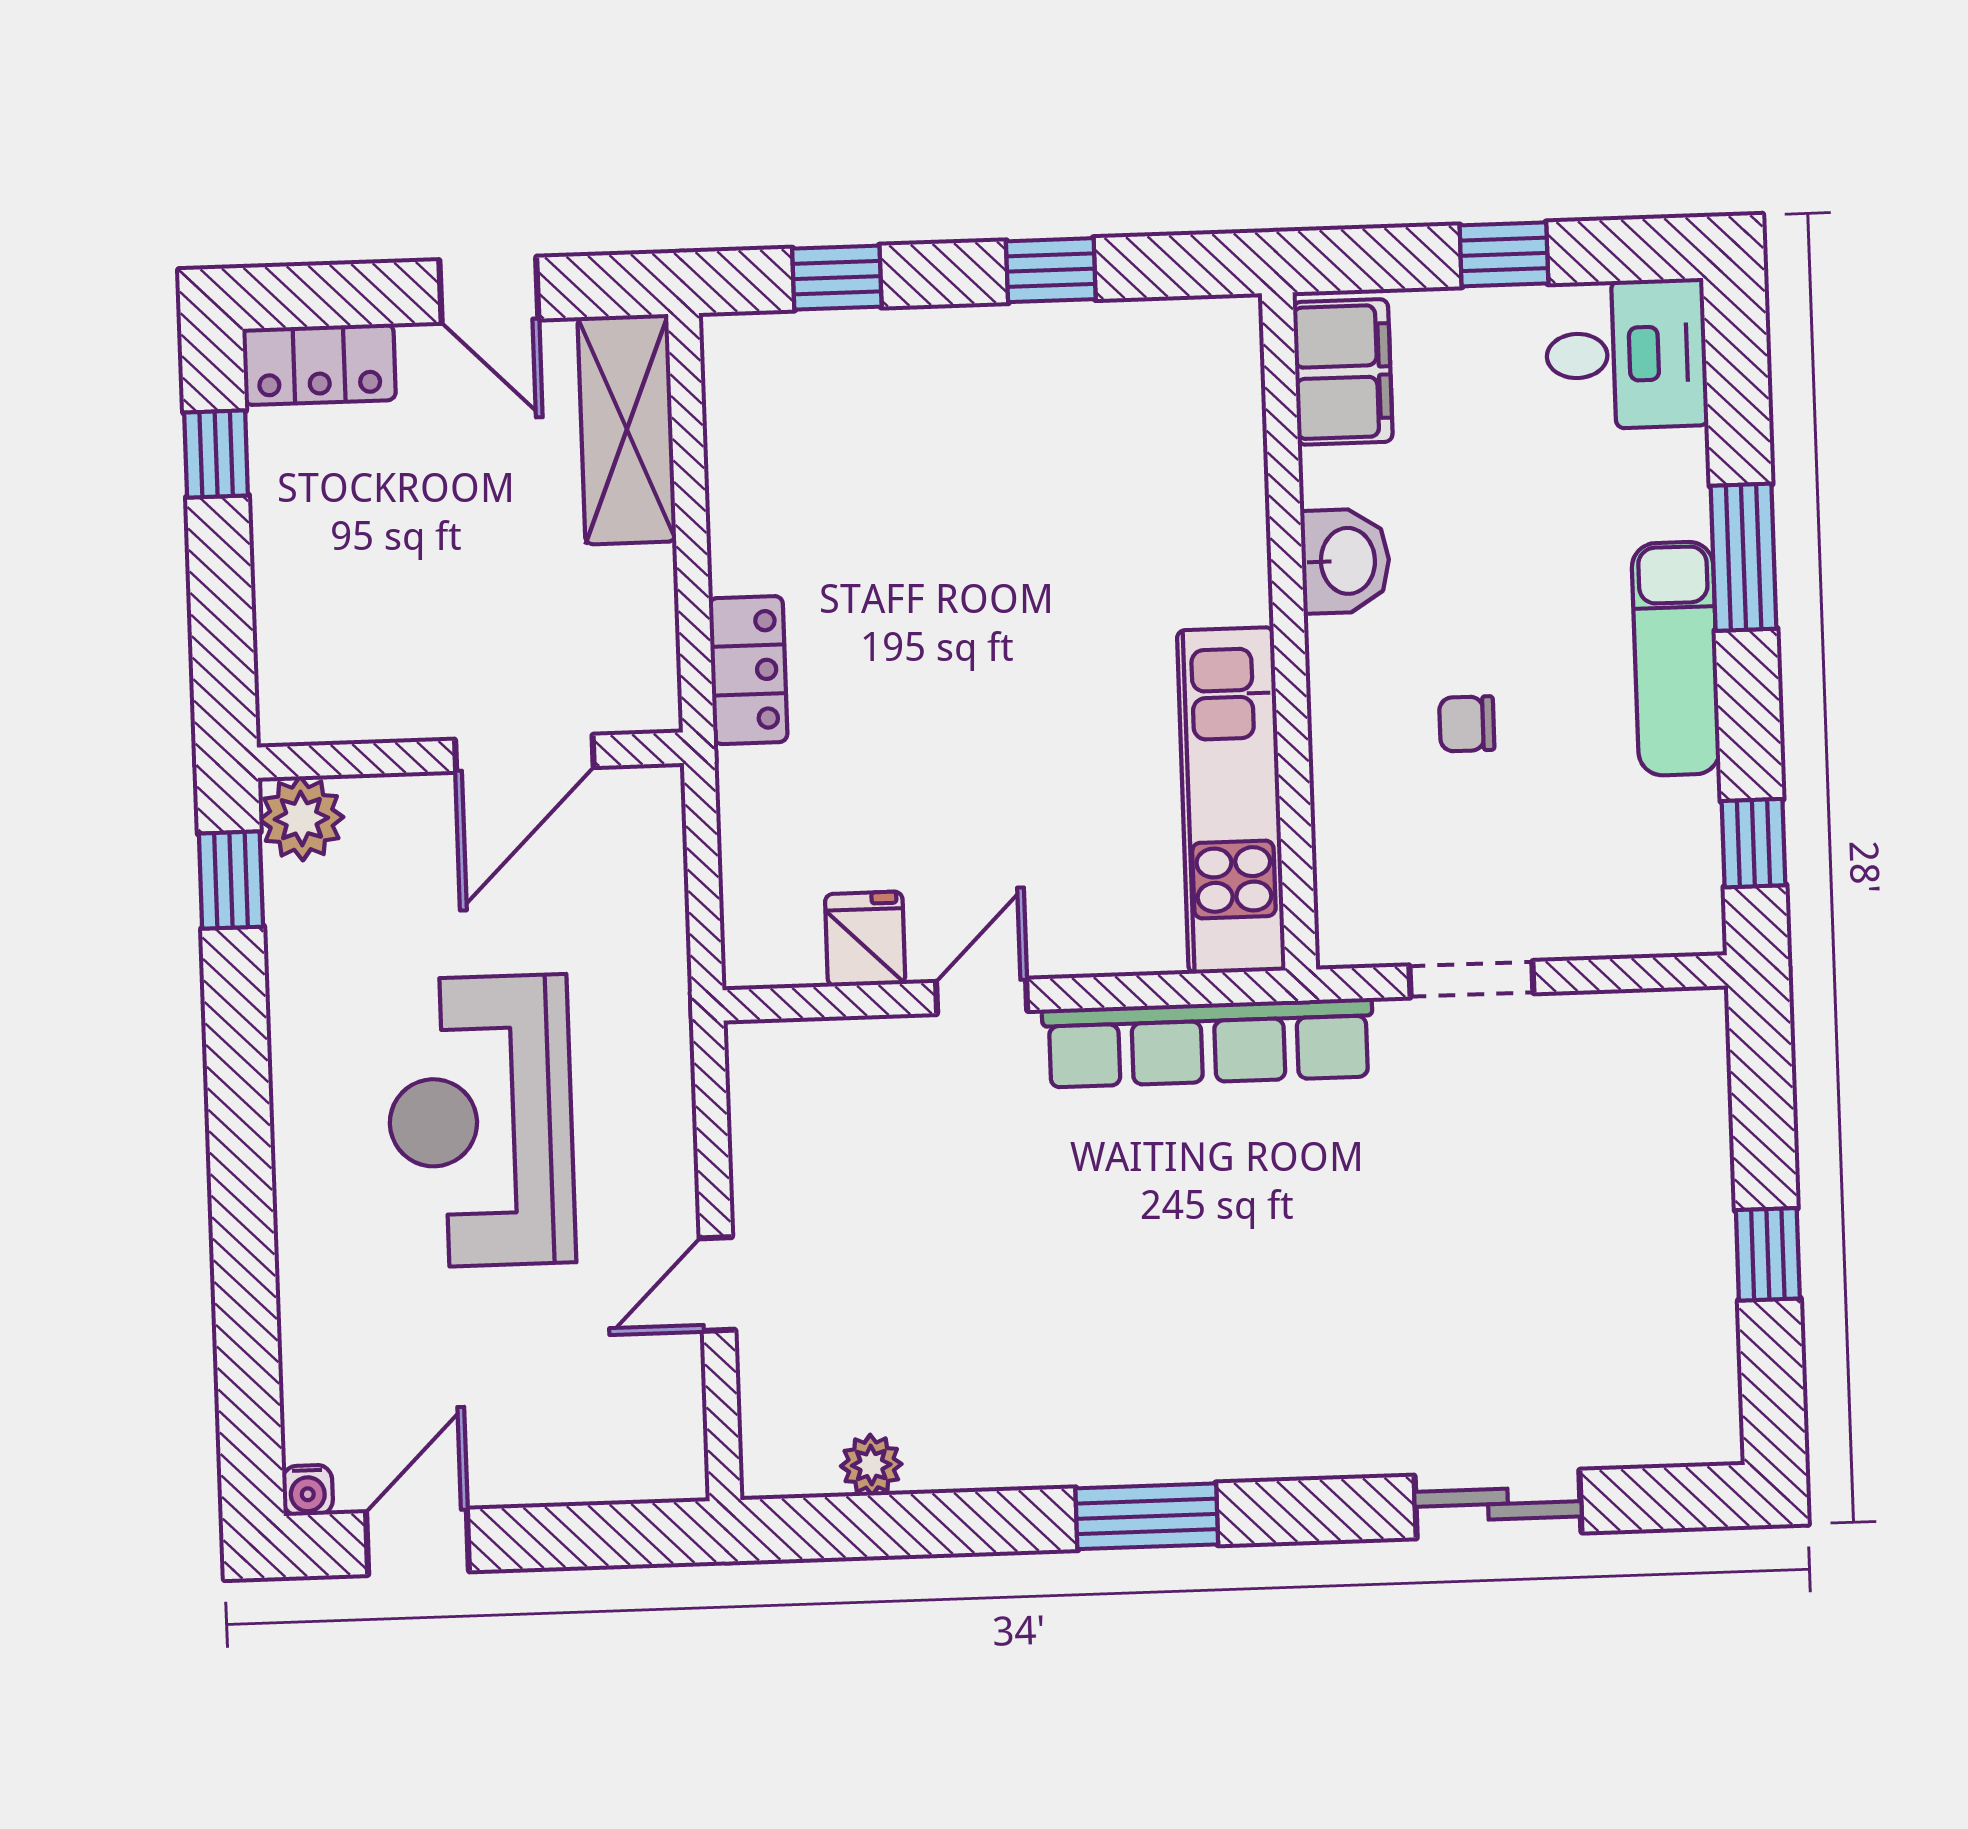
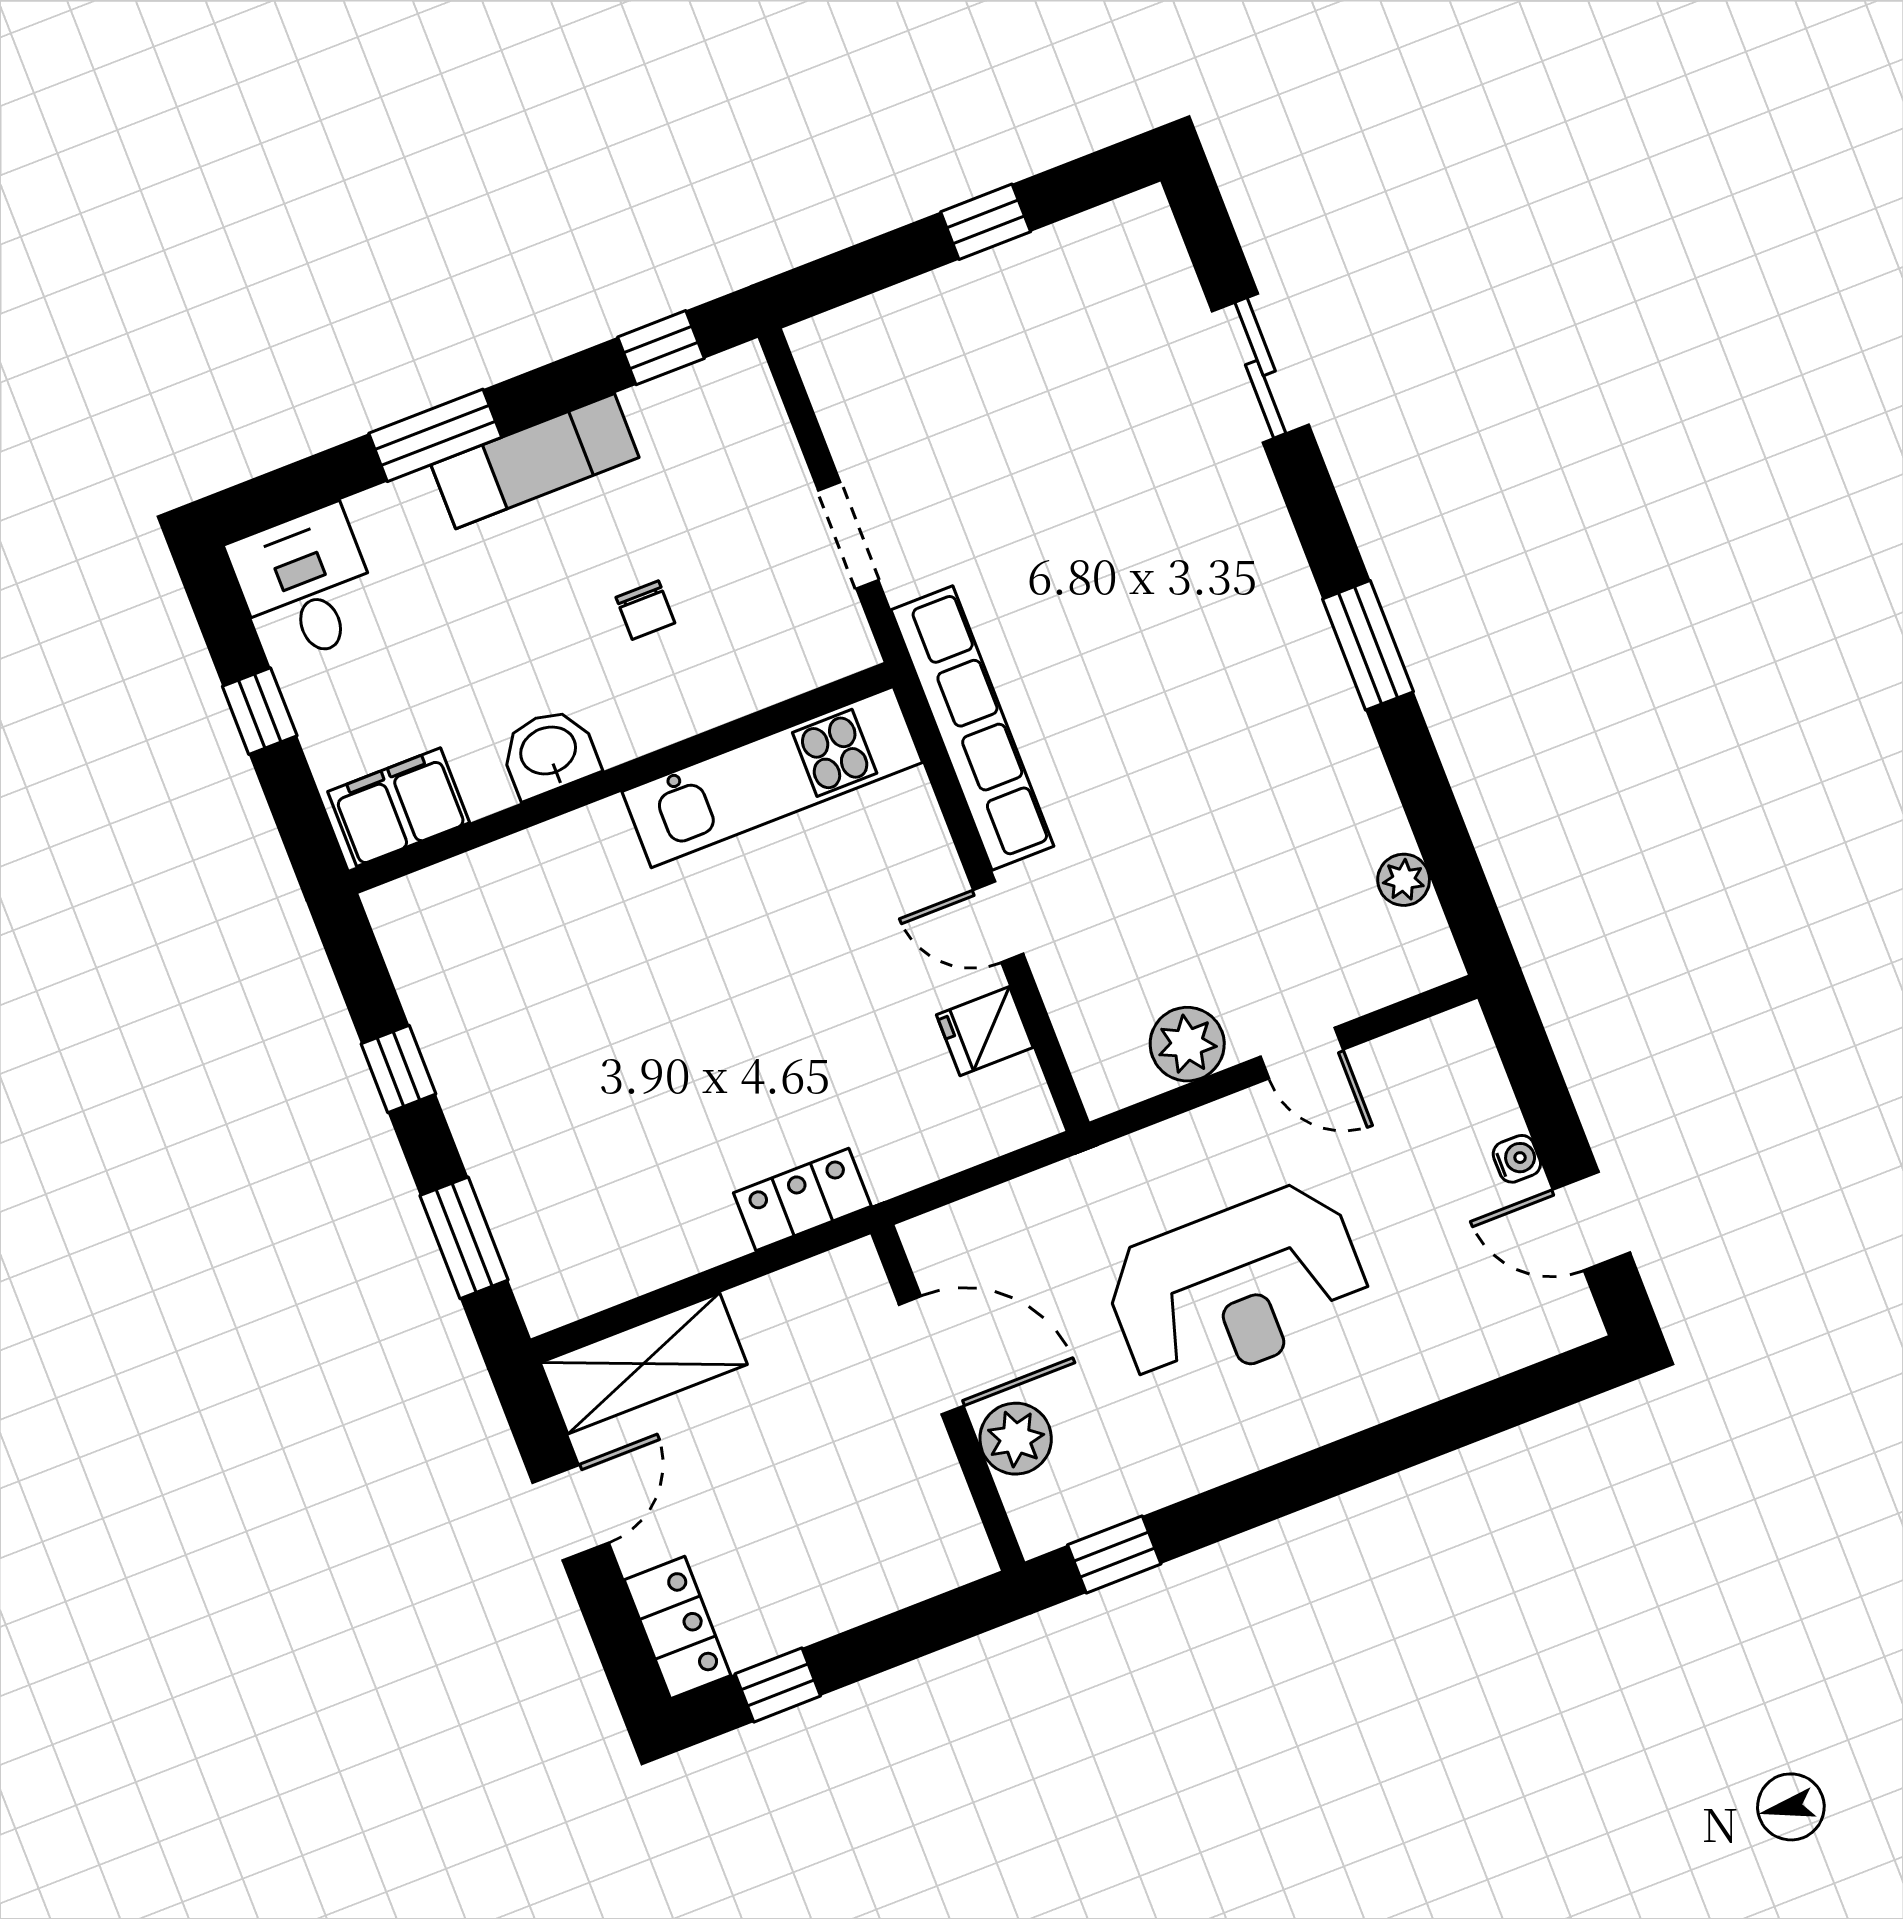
window: (837, 278) -> (464, 1238), width x1.50
plant: (301, 818) -> (1016, 1439), moved
plant: (772, 1160) -> (1187, 1044), added
water cooler: (308, 1490) -> (1517, 1159), moved

